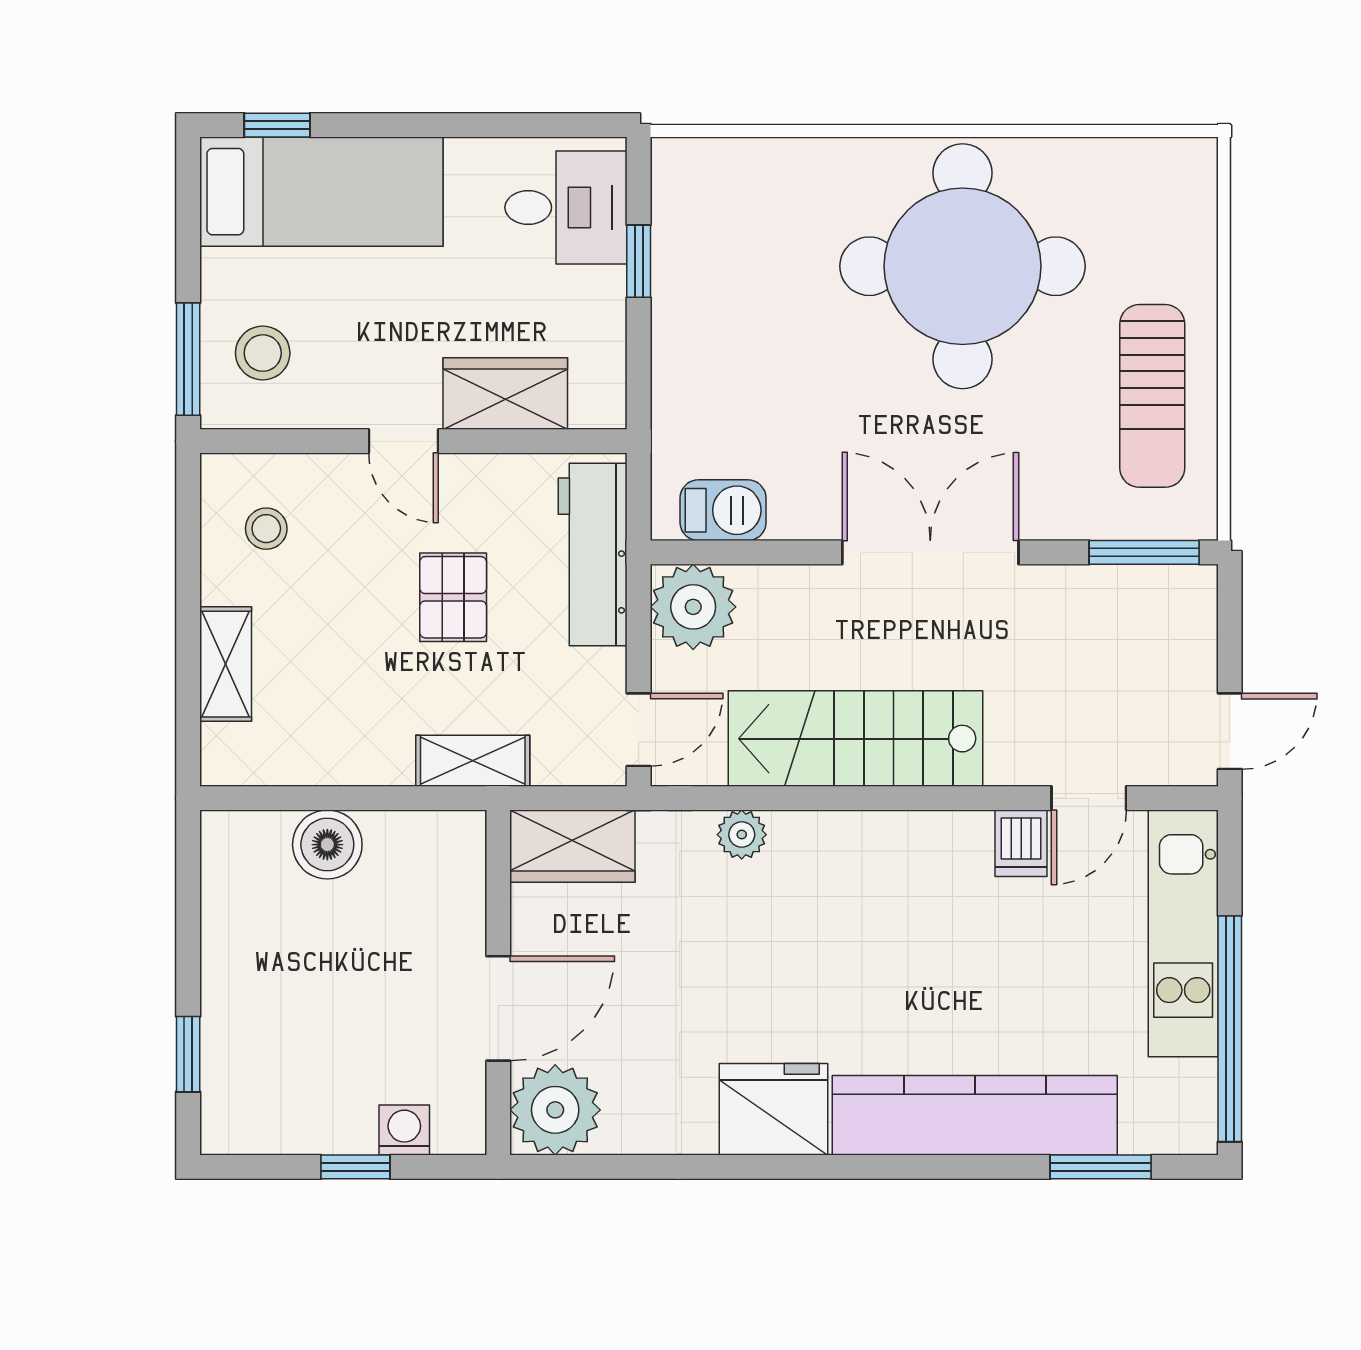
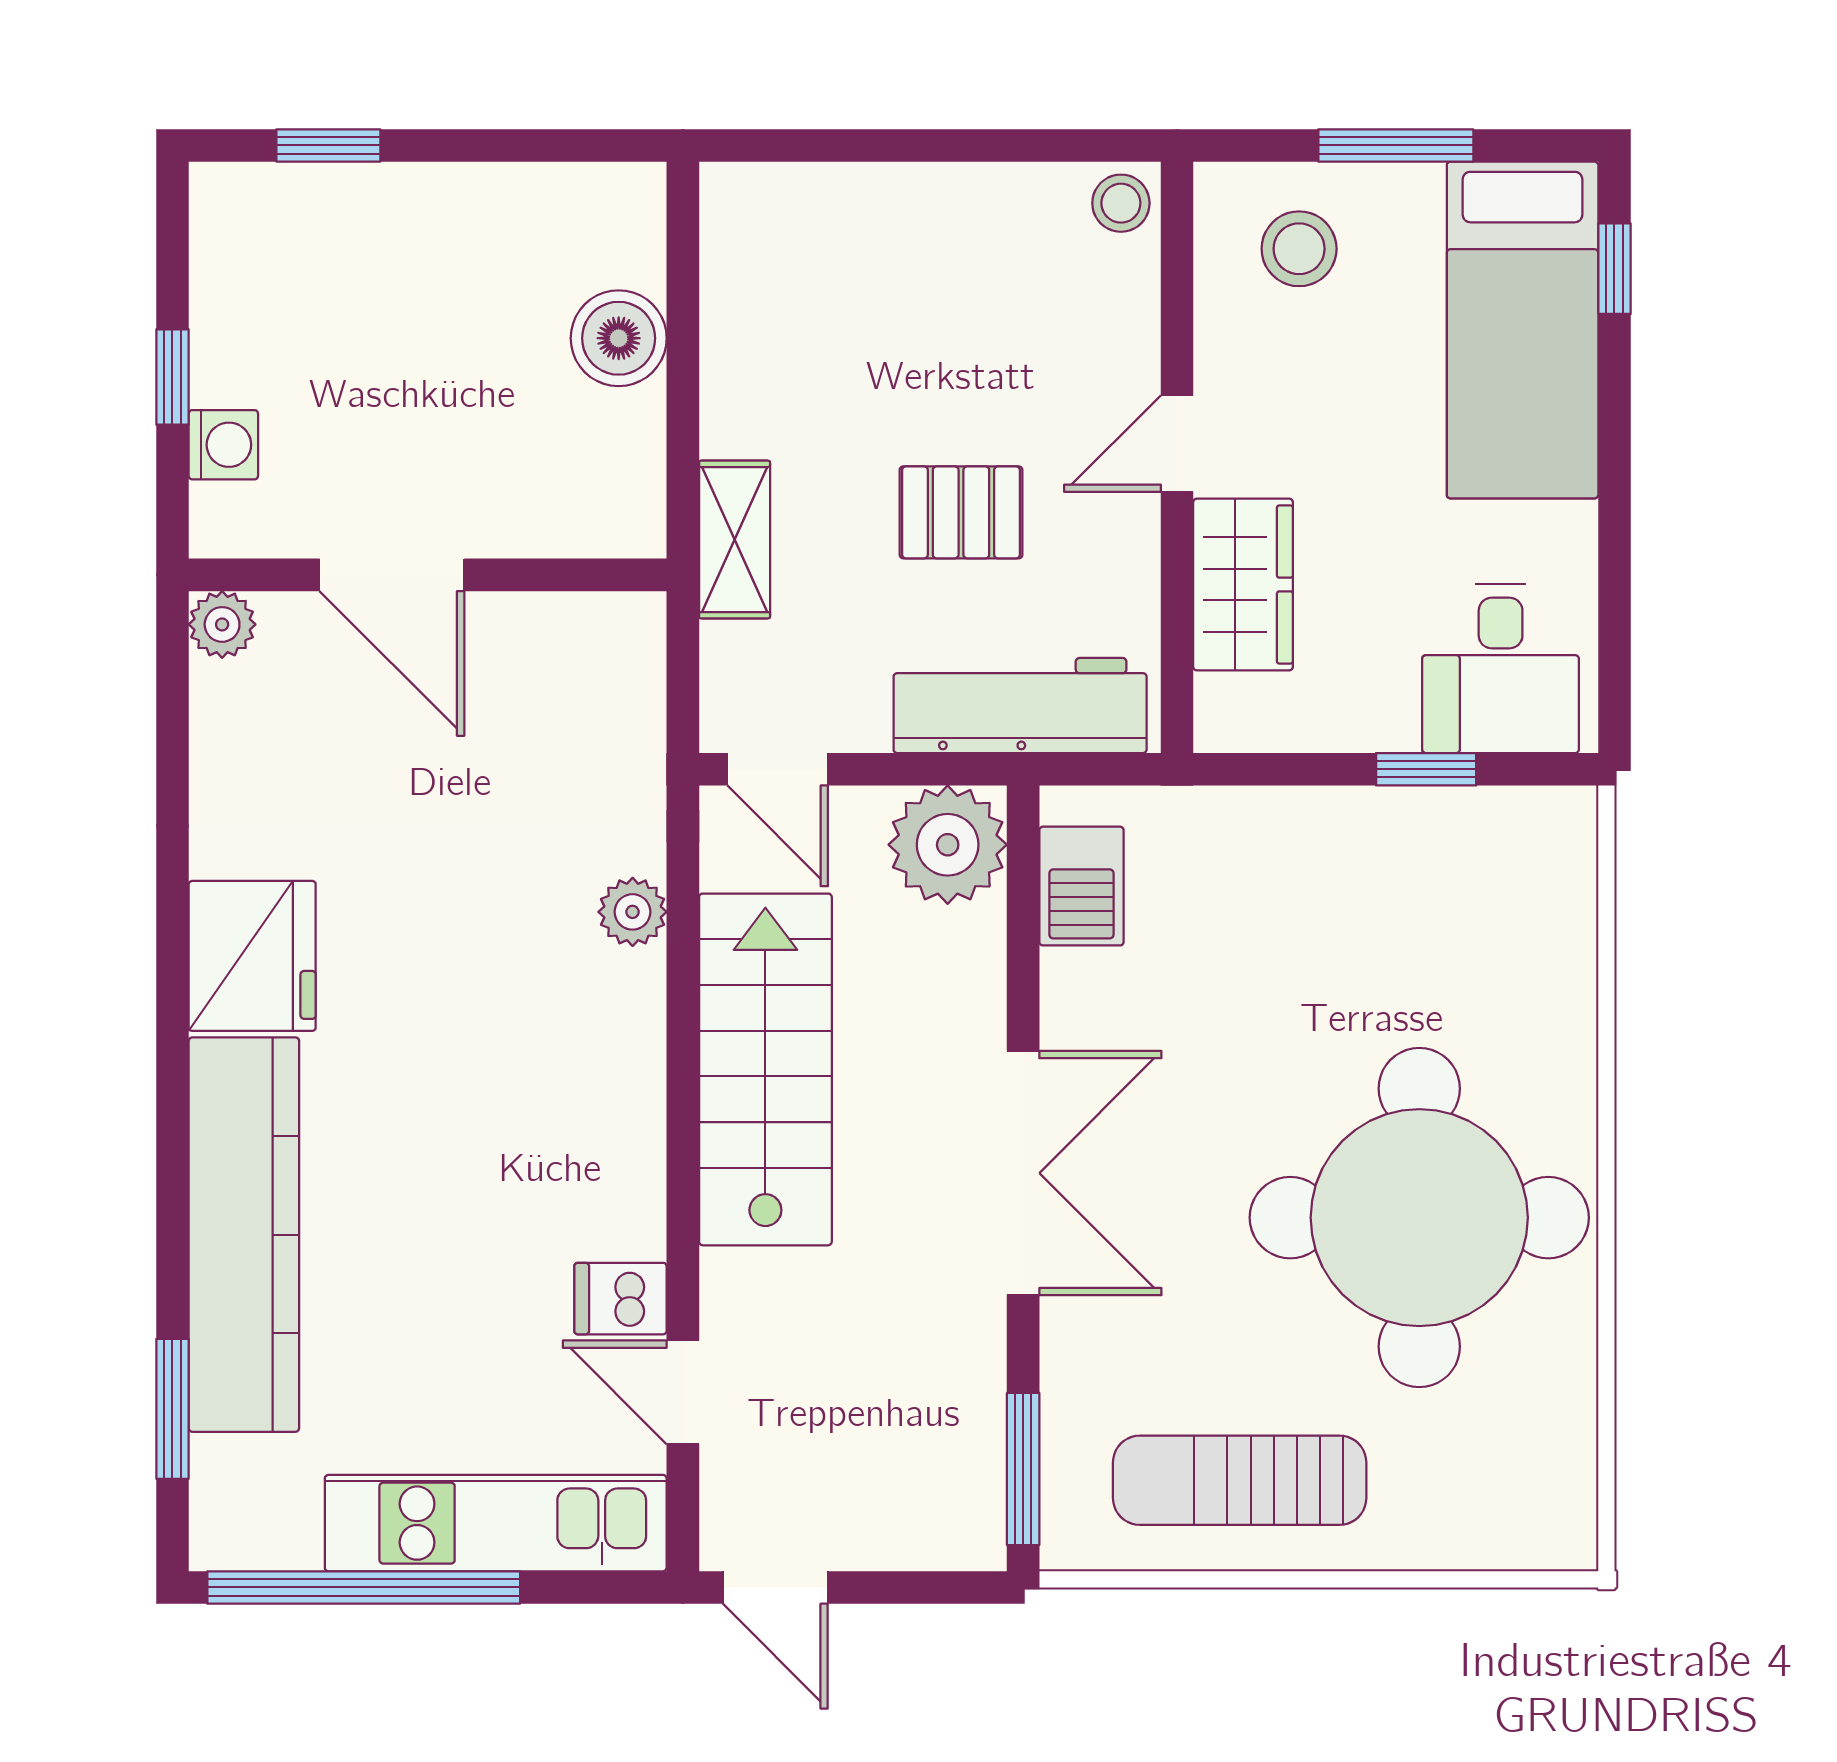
window: (188, 359) -> (1396, 145), moved
stool: (266, 529) -> (1121, 203), moved
shelving: (226, 664) -> (868, 197), removed
wardrobe: (572, 846) -> (616, 678), removed
plant: (555, 1110) -> (222, 624), width x0.53, depth x0.53

